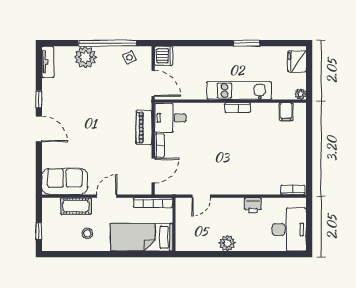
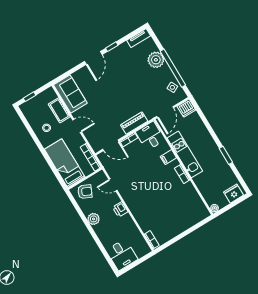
kitchen unit: (239, 91) -> (185, 154), moved
filing cabinet: (286, 112) -> (168, 157), moved
printer: (253, 205) -> (120, 209), moved
desk: (289, 229) -> (122, 255), width x0.73
armchair: (189, 234) -> (85, 192), added

